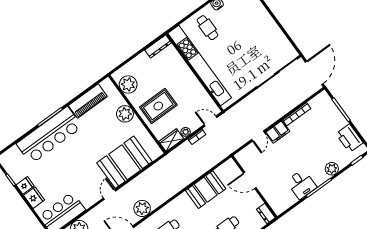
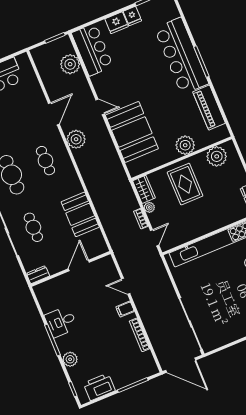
filing cabinet: (278, 132) -> (125, 309), width x0.50

